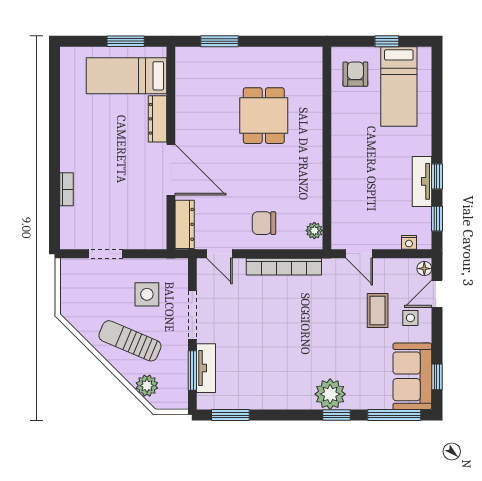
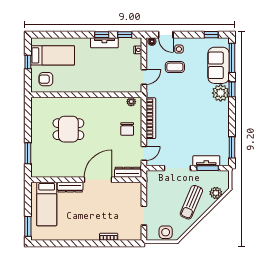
window: (126, 41) -> (28, 226), moved
side table: (147, 294) -> (166, 232), moved
sofa: (412, 376) -> (218, 65), moved, turned 90

